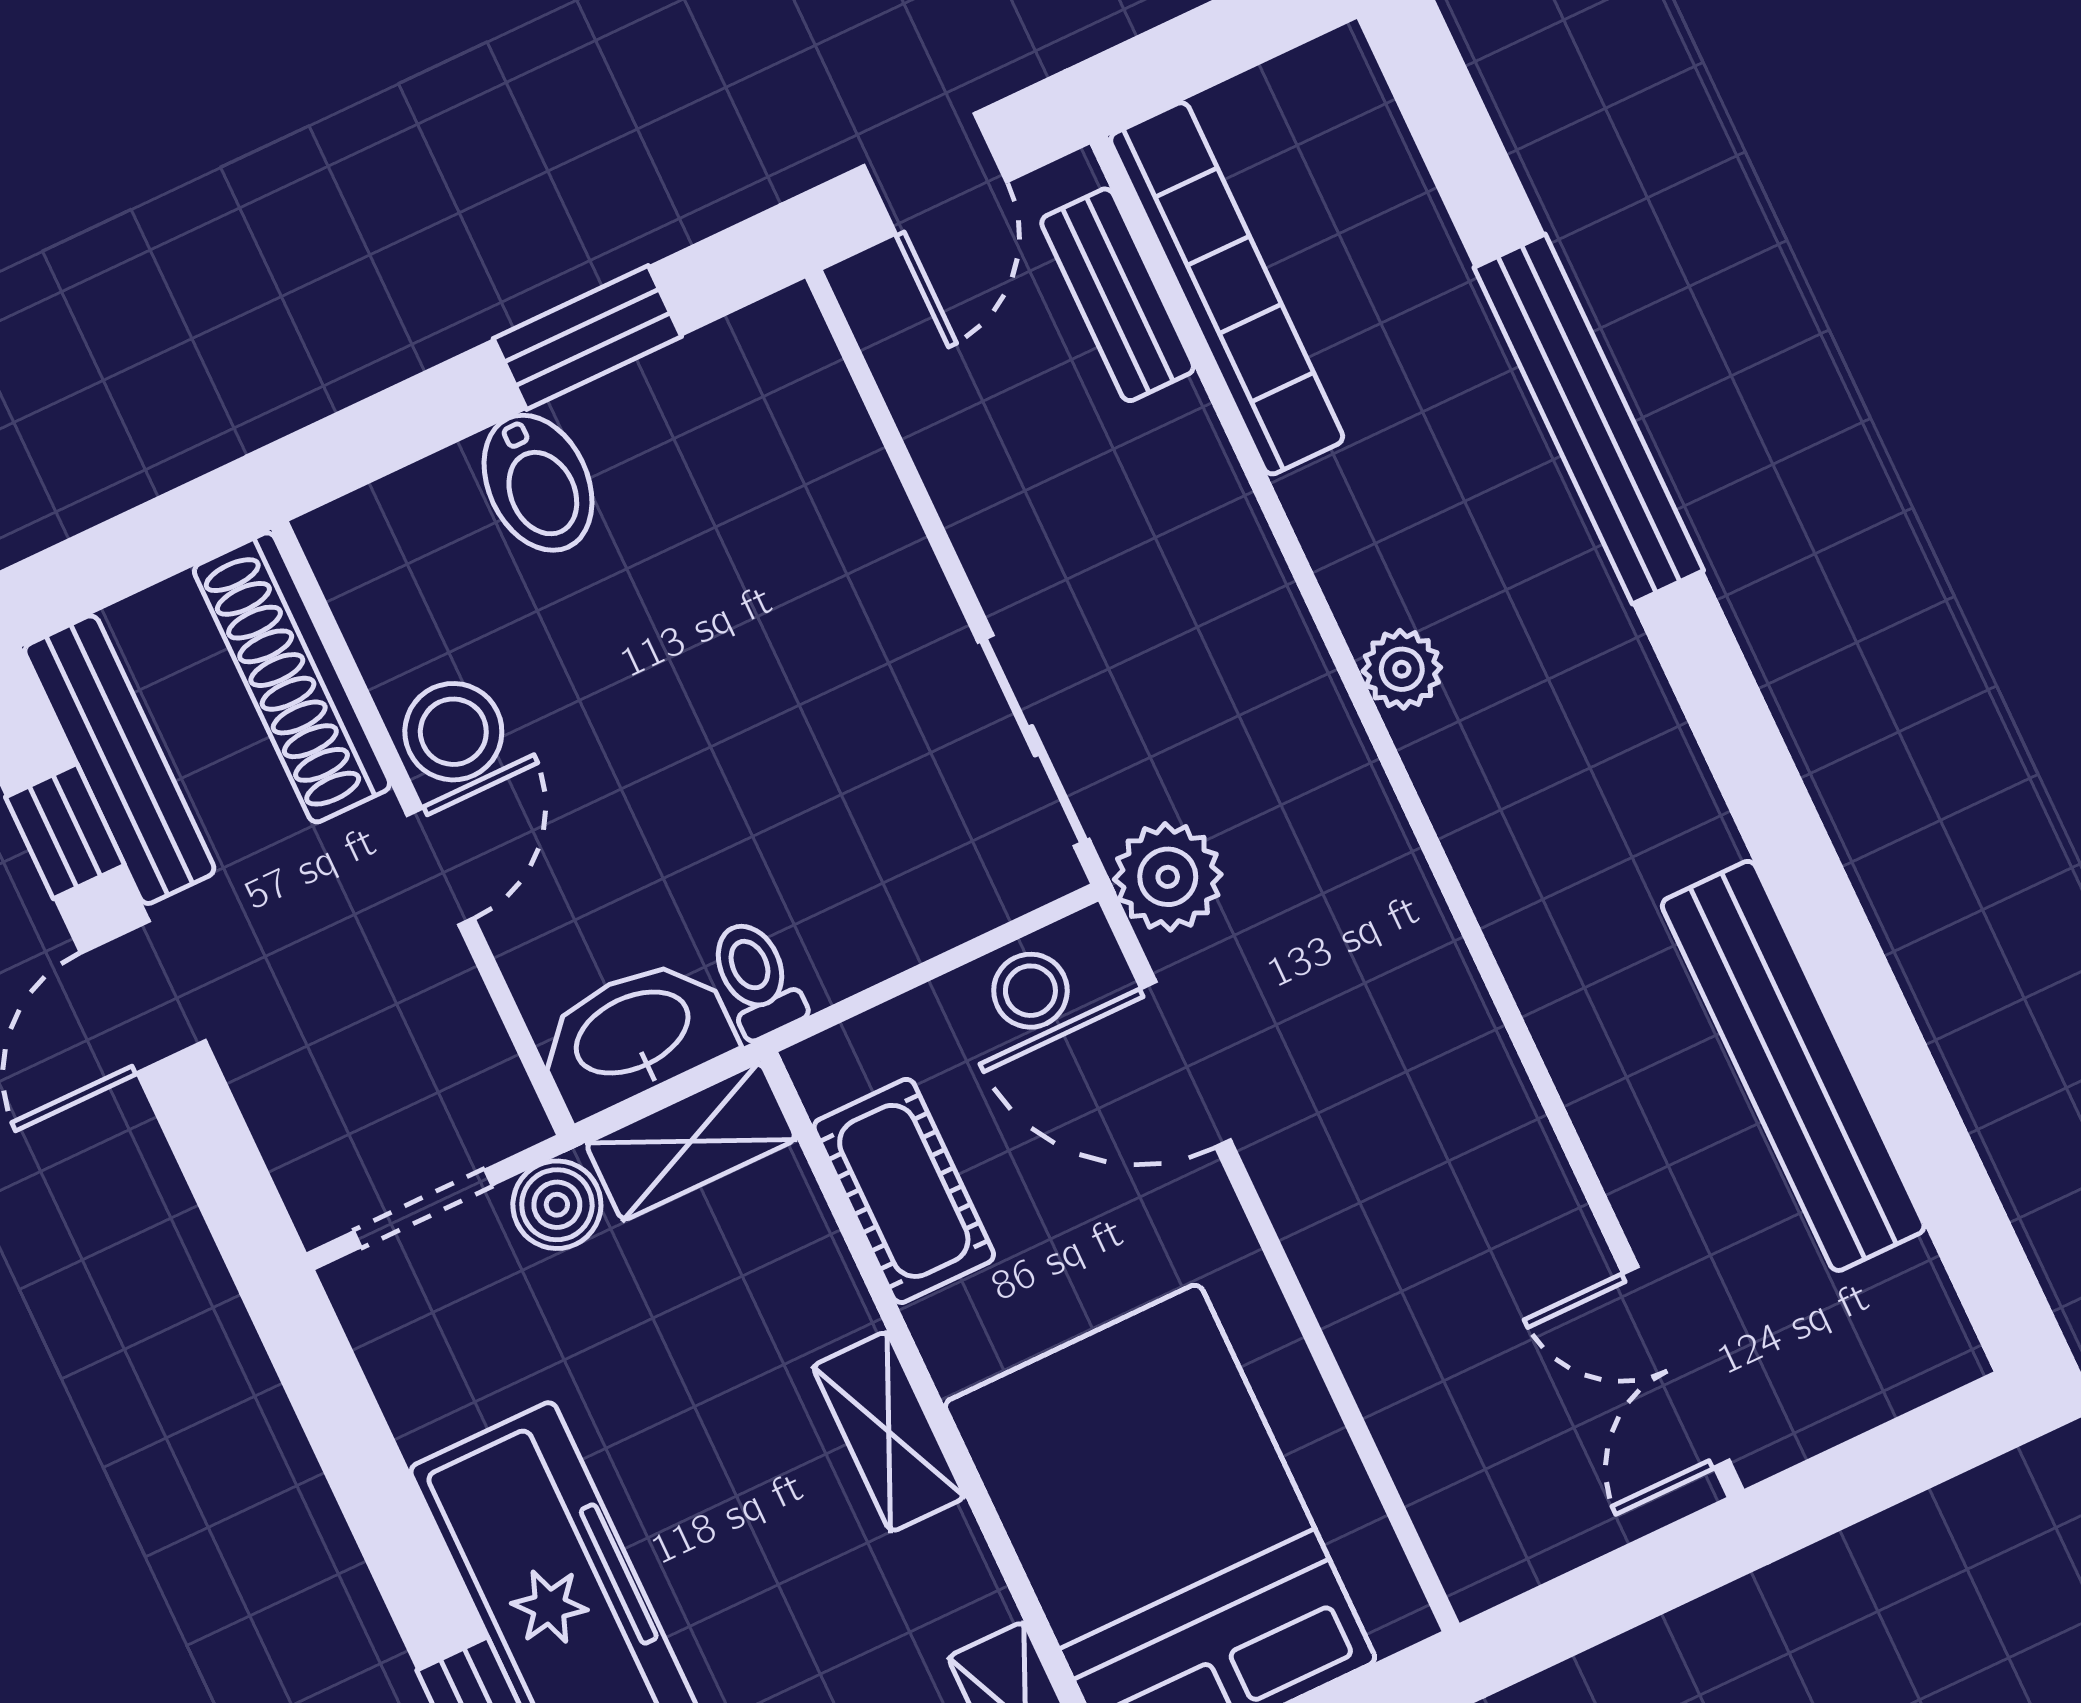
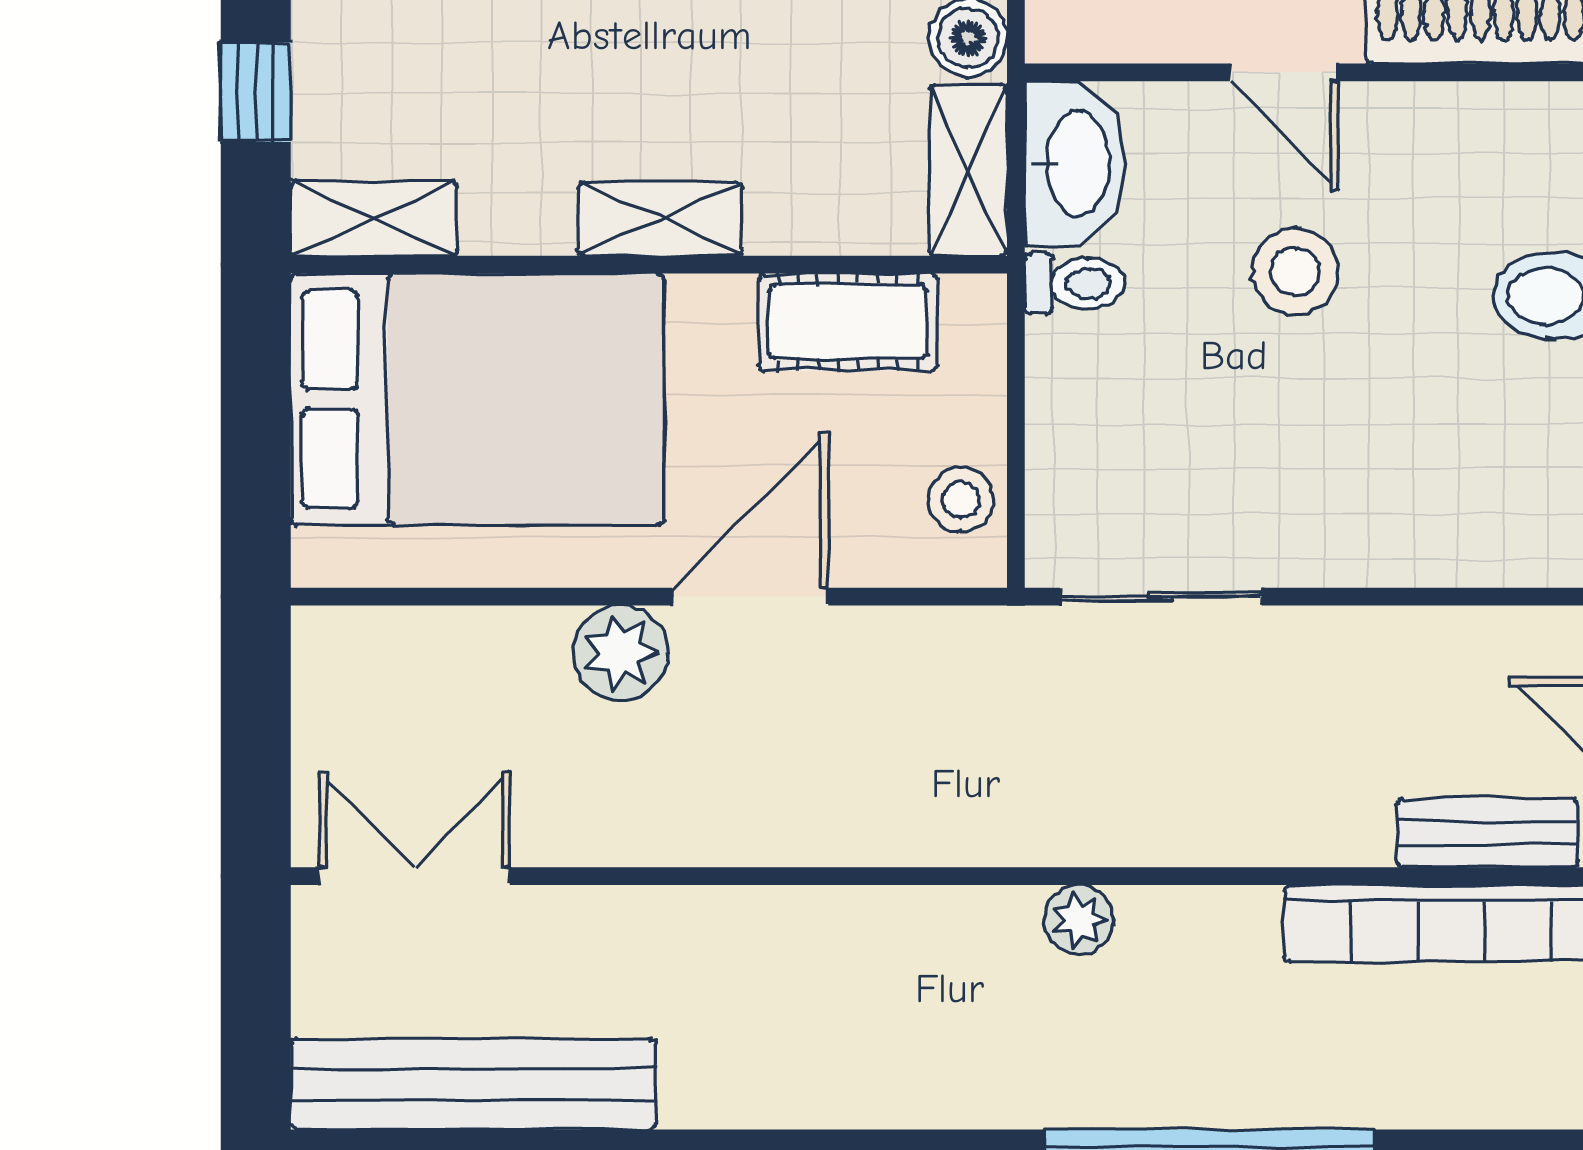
stool: (453, 732) -> (1295, 271), moved
plant: (1168, 877) -> (621, 653), moved
door: (1186, 1064) -> (750, 597), moved
bench: (1793, 1066) -> (473, 1084), moved

